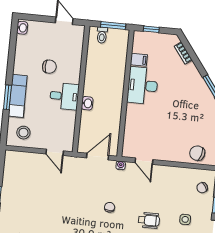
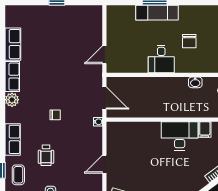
washbasin: (87, 103) -> (195, 82), moved
stool: (23, 133) -> (121, 22), removed
door: (144, 161) -> (104, 164), moved

